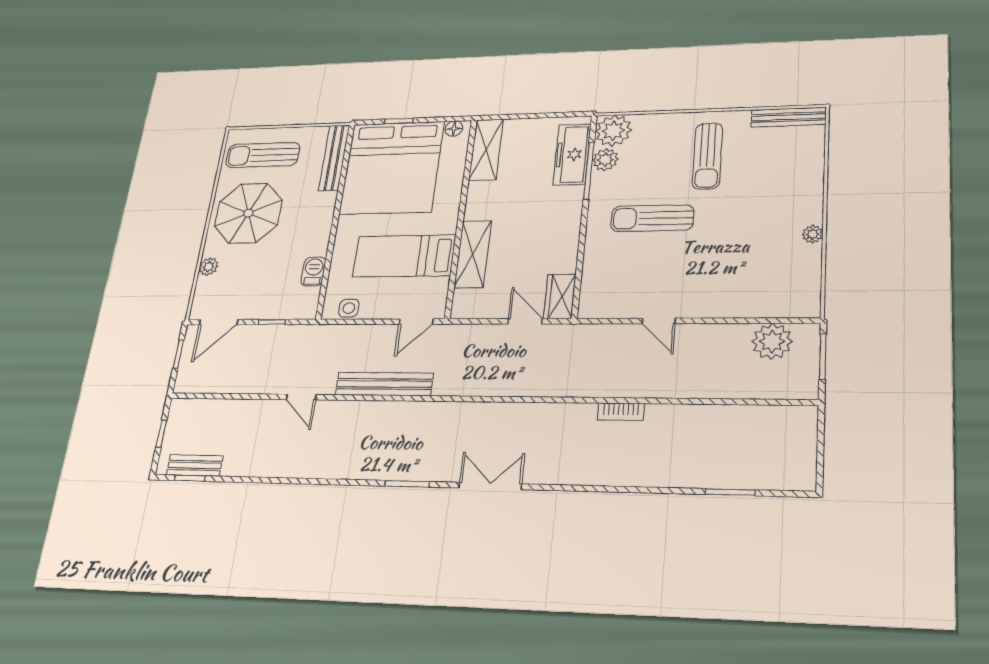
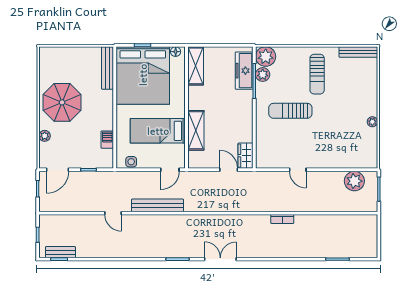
sun lounger: (263, 155) -> (64, 65), removed

